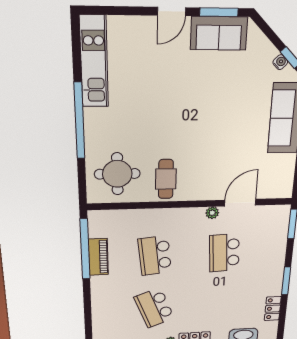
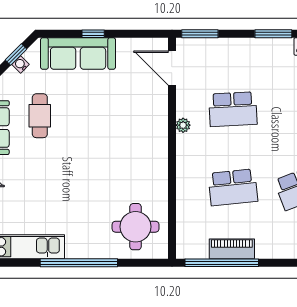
cafe table: (166, 179) -> (40, 116), moved, turned 90
door: (240, 203) -> (172, 68), moved

